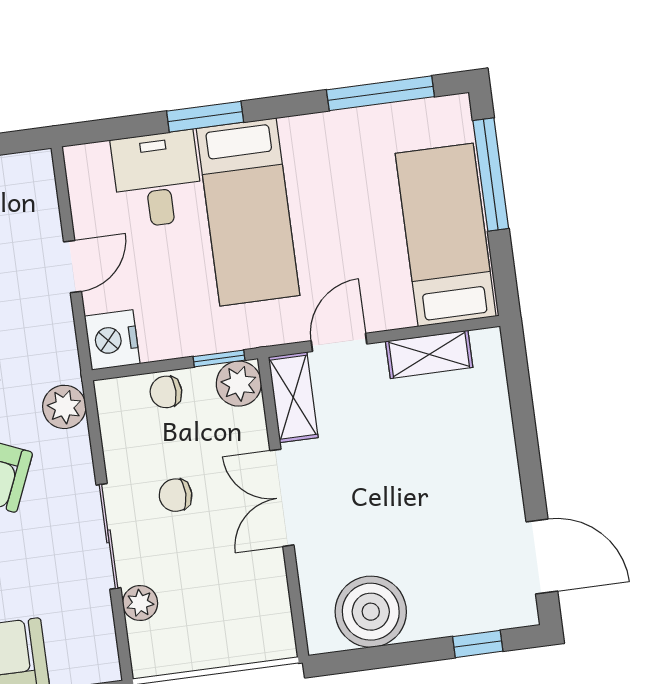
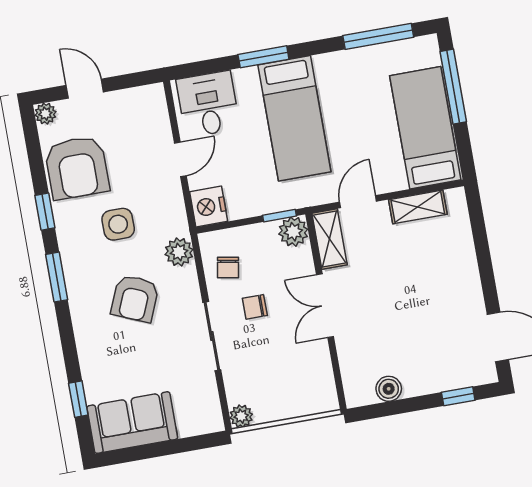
desk: (157, 179) -> (208, 104), moved
chair: (166, 392) -> (228, 268), moved, turned -80
plant: (140, 603) -> (241, 416), moved
boiler: (371, 612) -> (389, 389), width x0.54, depth x0.54

